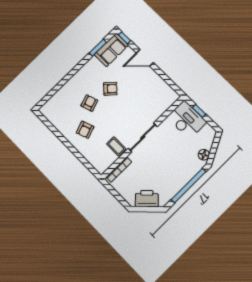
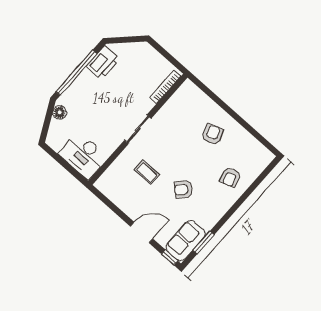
armchair: (89, 103) -> (230, 177), moved
window: (199, 111) -> (68, 168), removed
sliding door: (143, 137) -> (138, 129), width x0.73
coffee table: (116, 146) -> (147, 172), moved
printer: (147, 199) -> (103, 63), moved, turned -45

